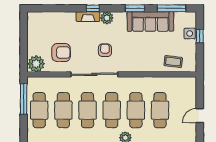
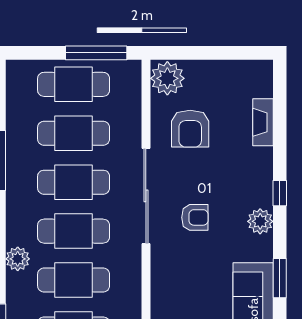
fireplace: (88, 17) -> (263, 122), moved

